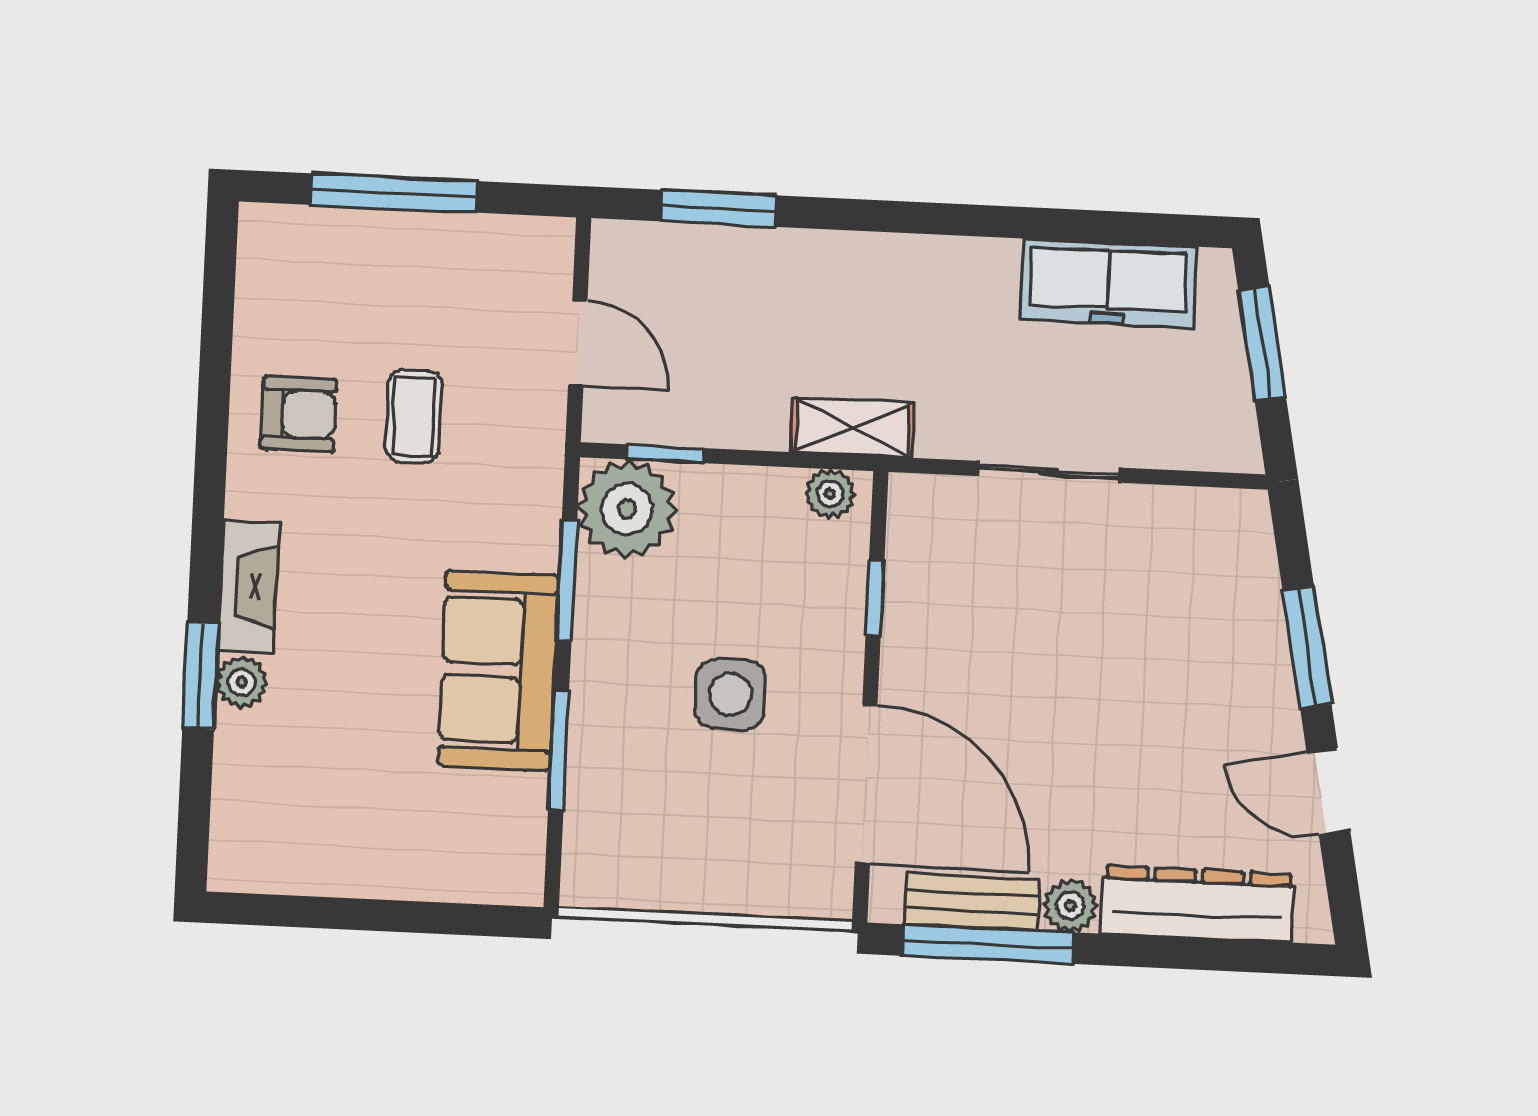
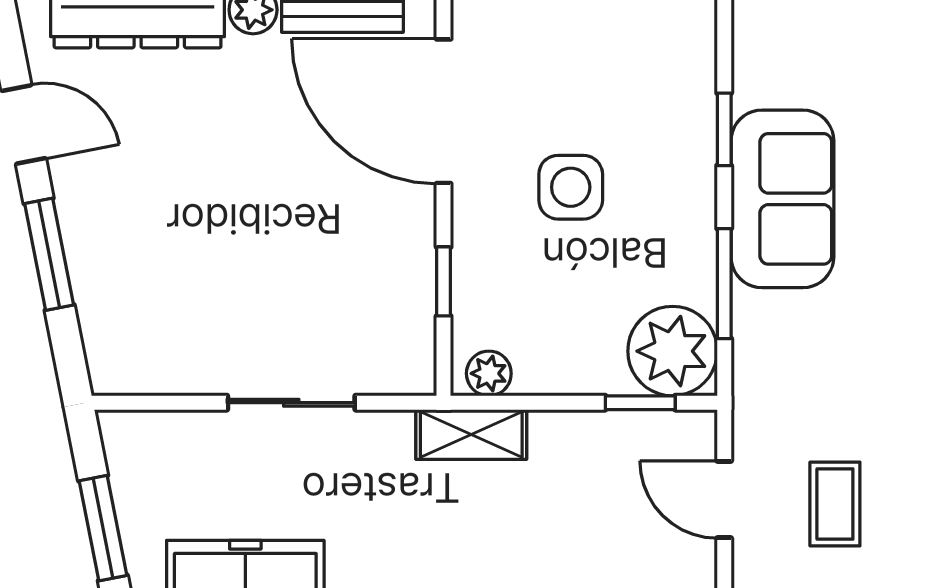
coffee table: (414, 416) -> (835, 504), moved
window: (559, 750) -> (724, 129), width x0.67

